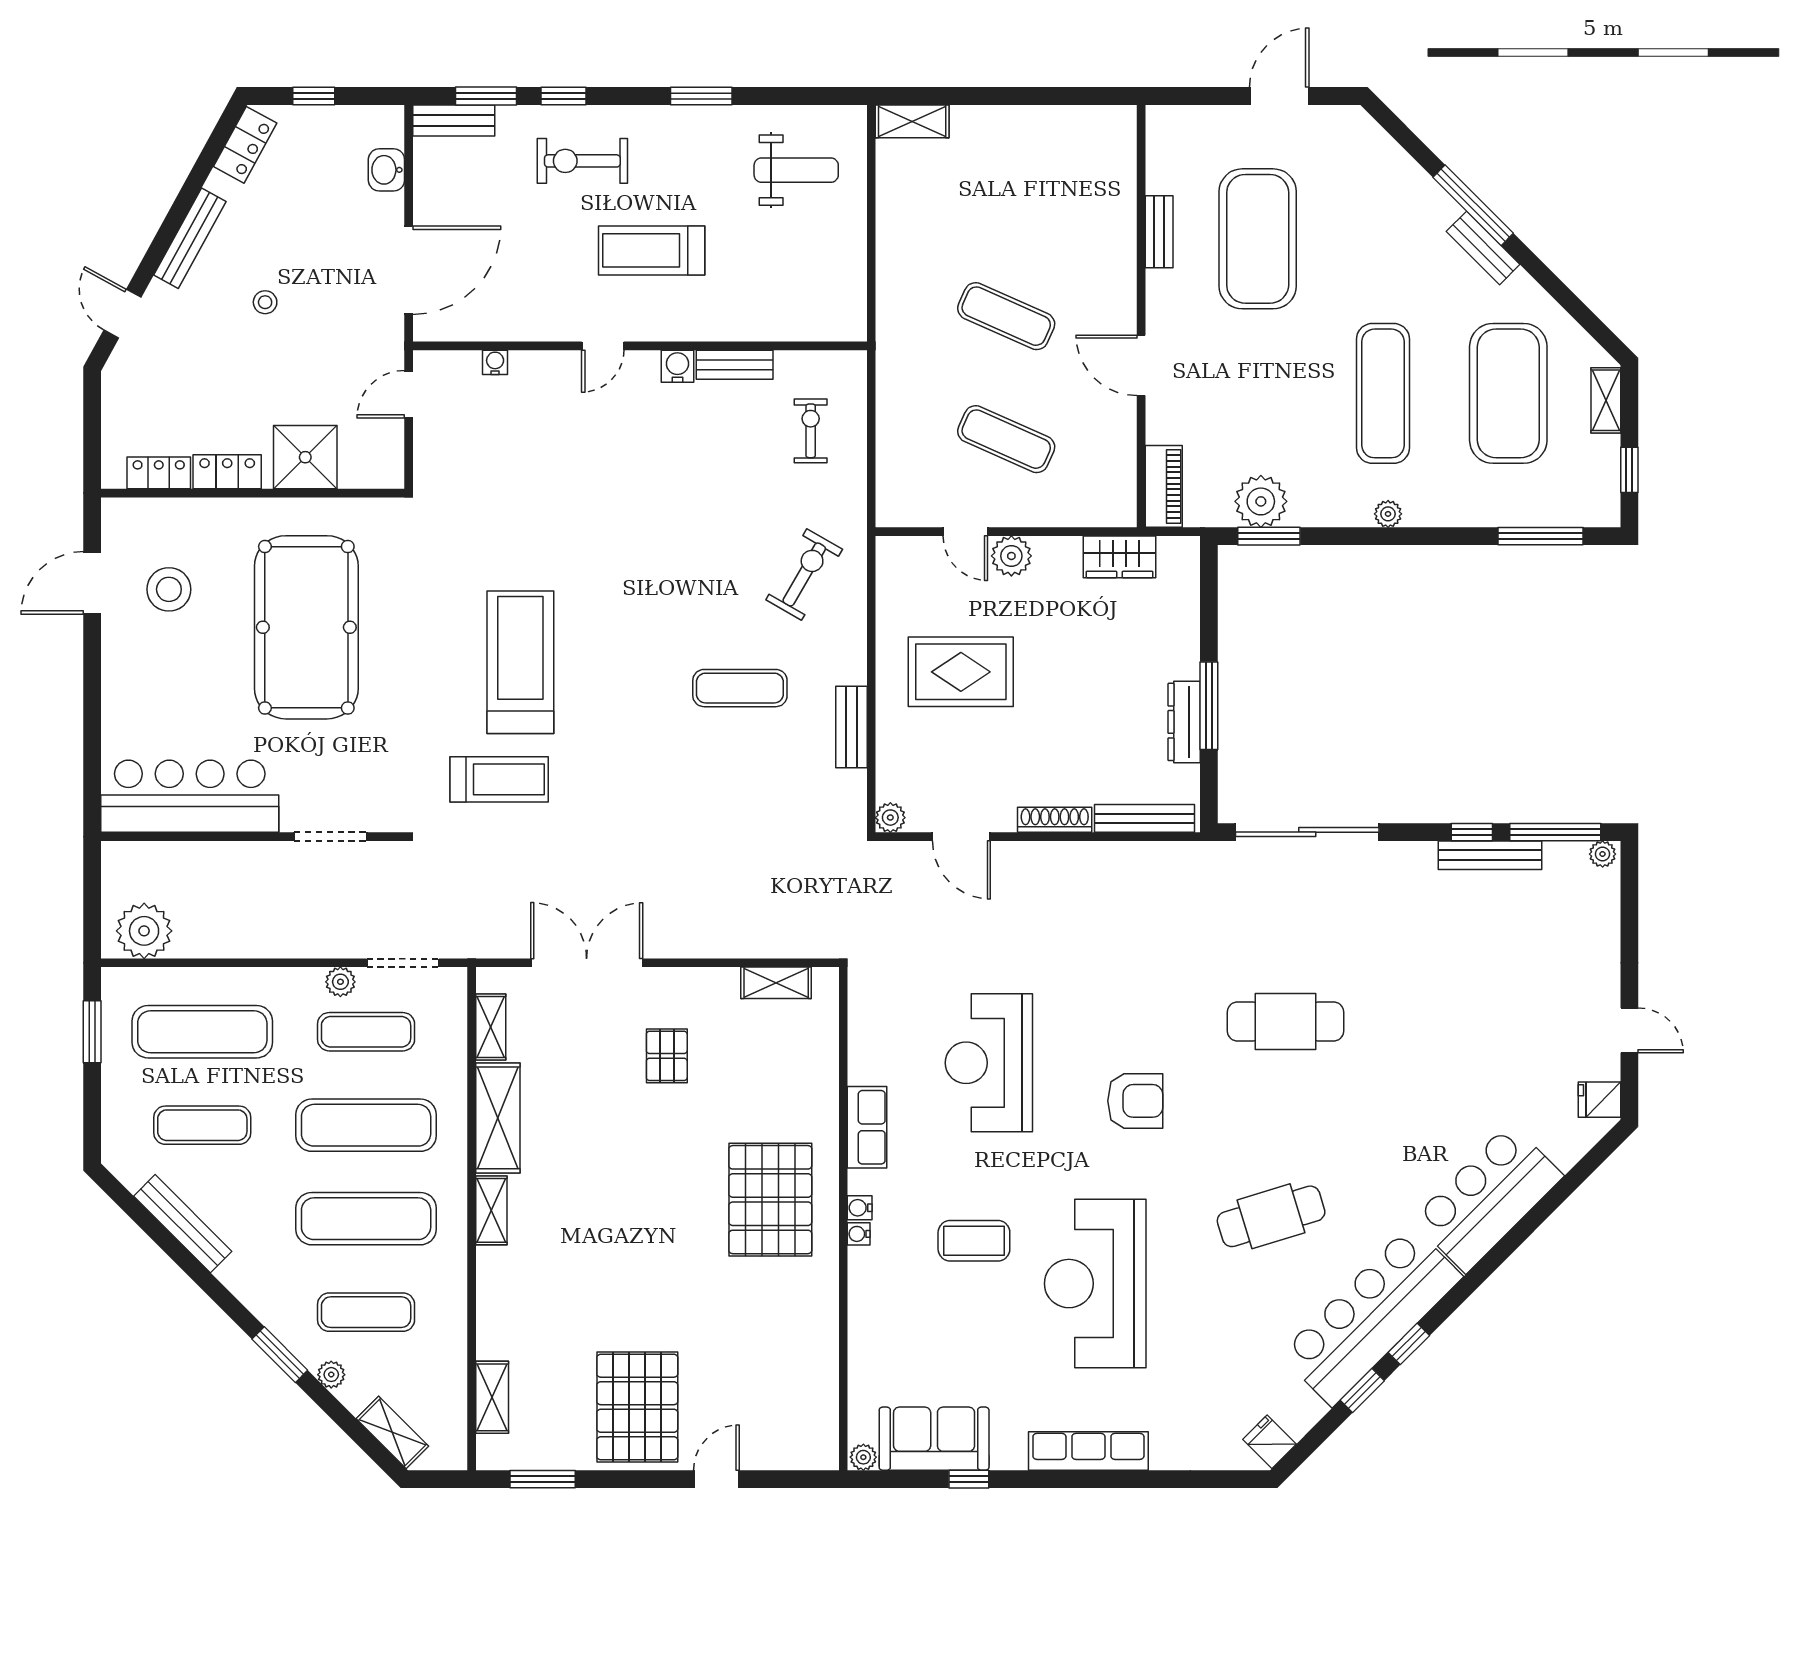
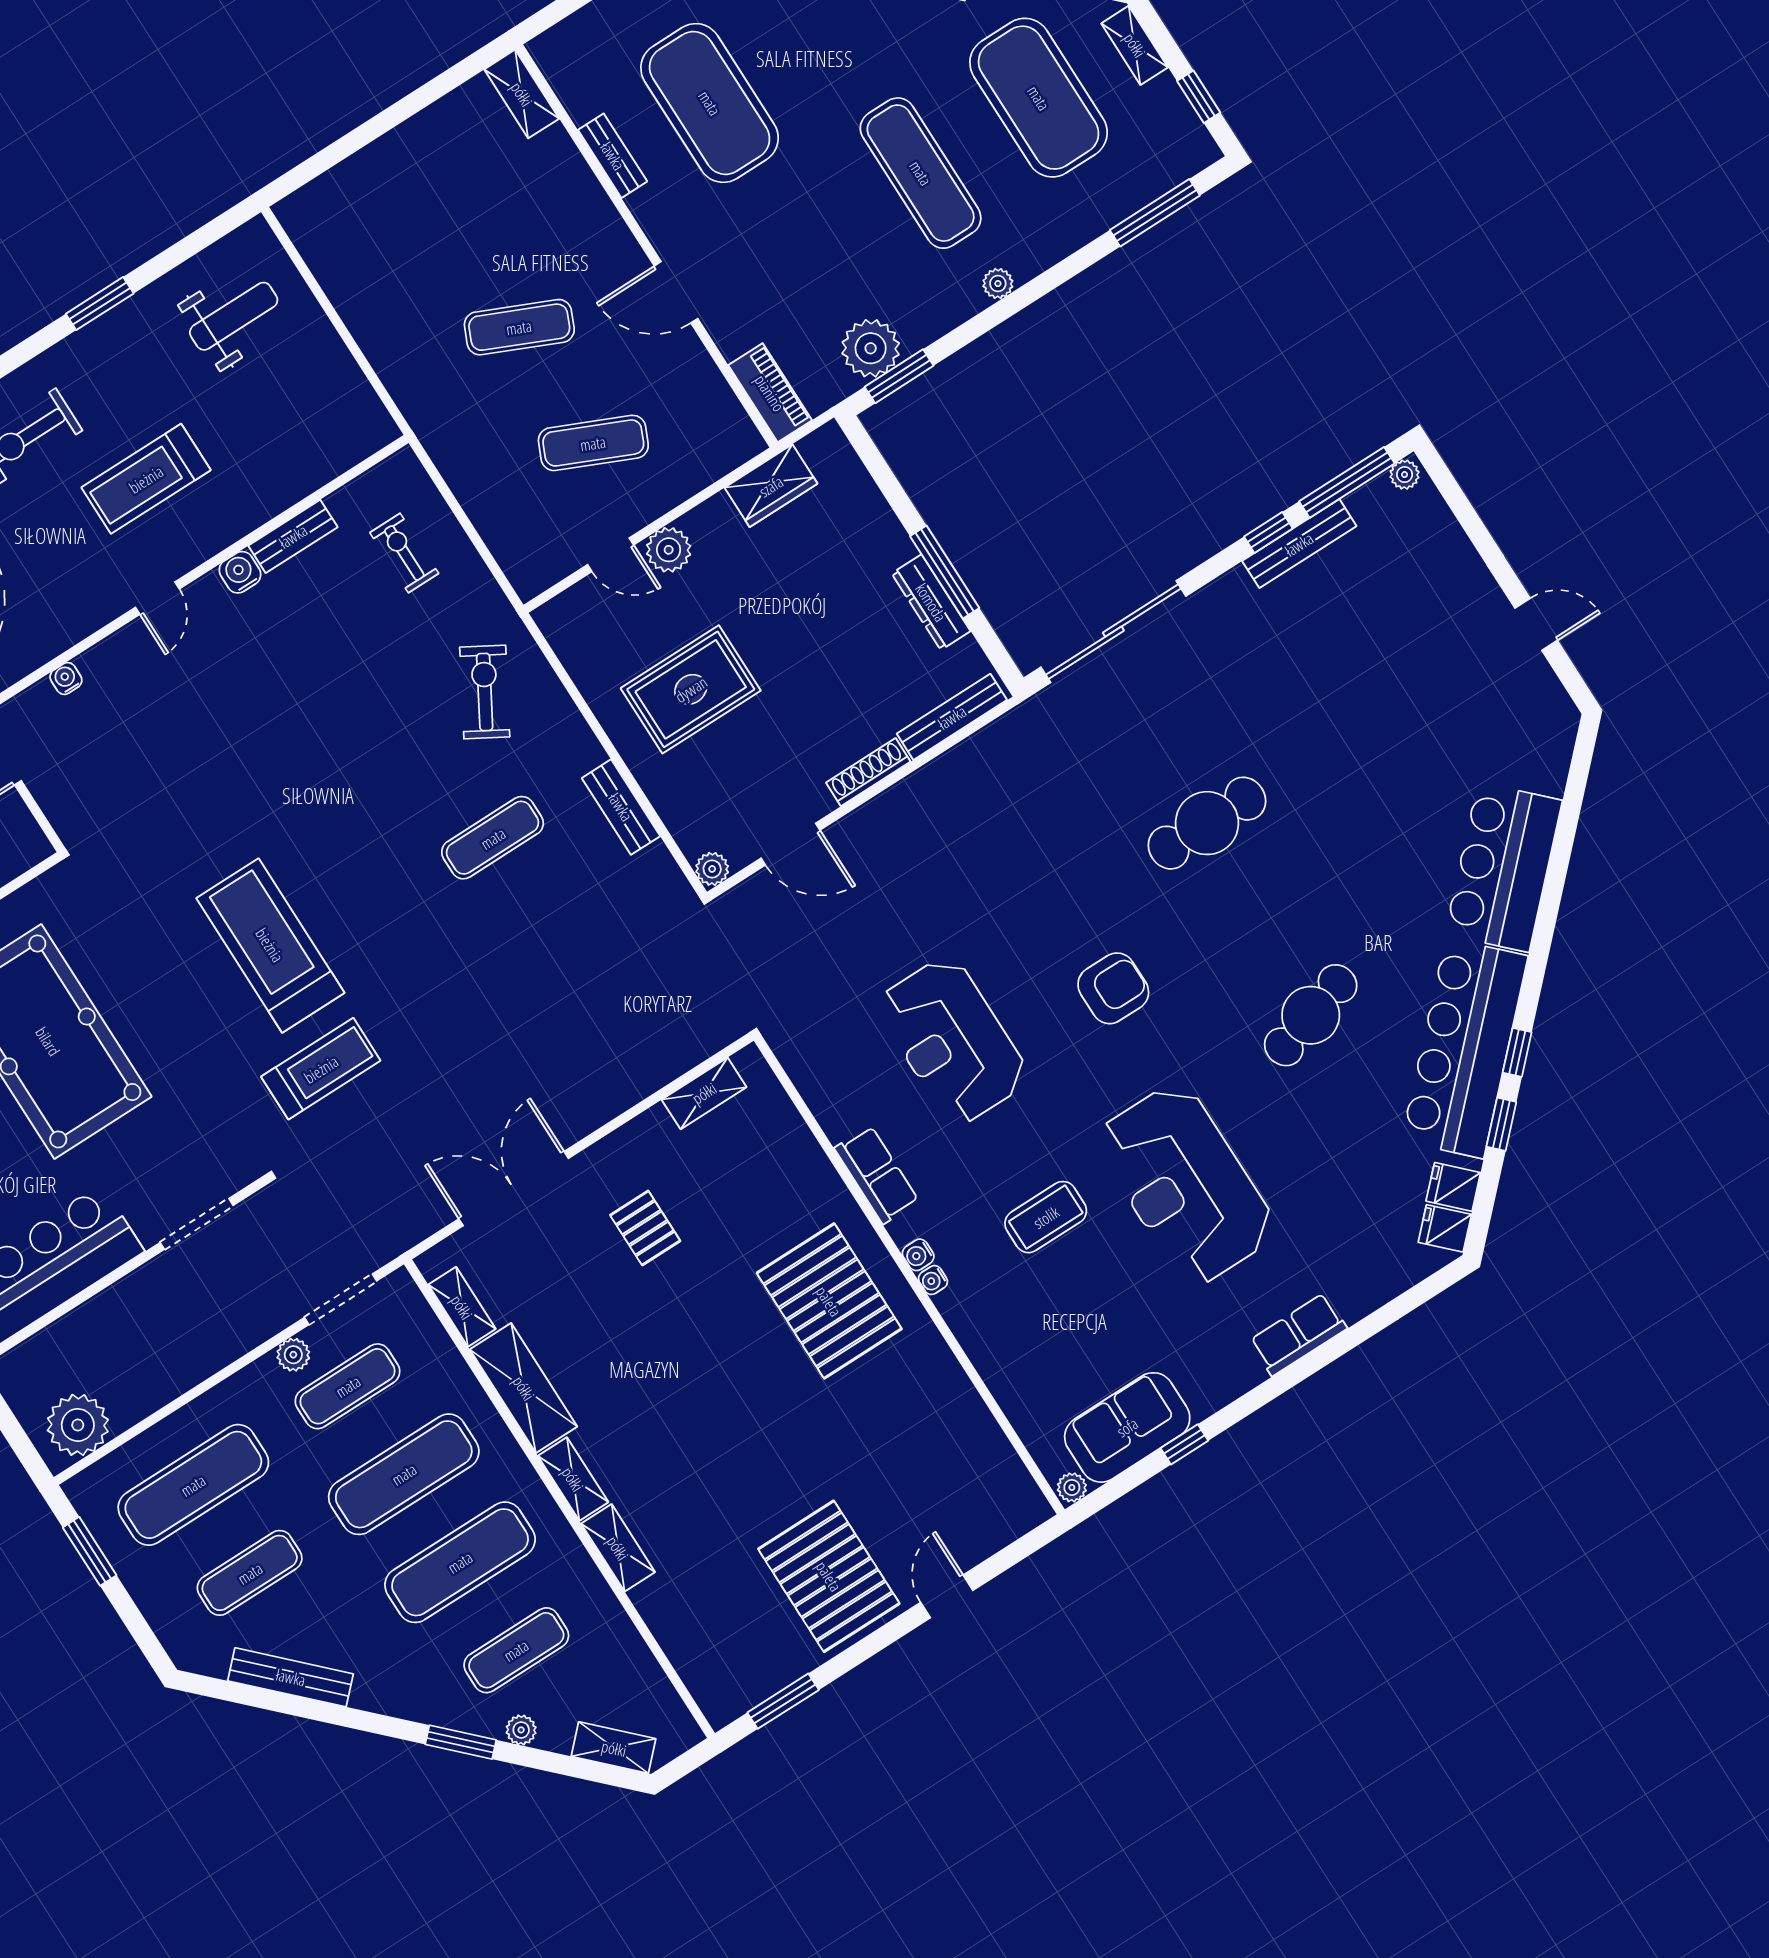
shelving: (912, 121) -> (522, 94), moved, turned 90
fridge: (1599, 1100) -> (1453, 1187), moved, turned 45
shelving: (492, 1397) -> (618, 1548), moved
row of seats: (1088, 1451) -> (1298, 1334), width x0.68

